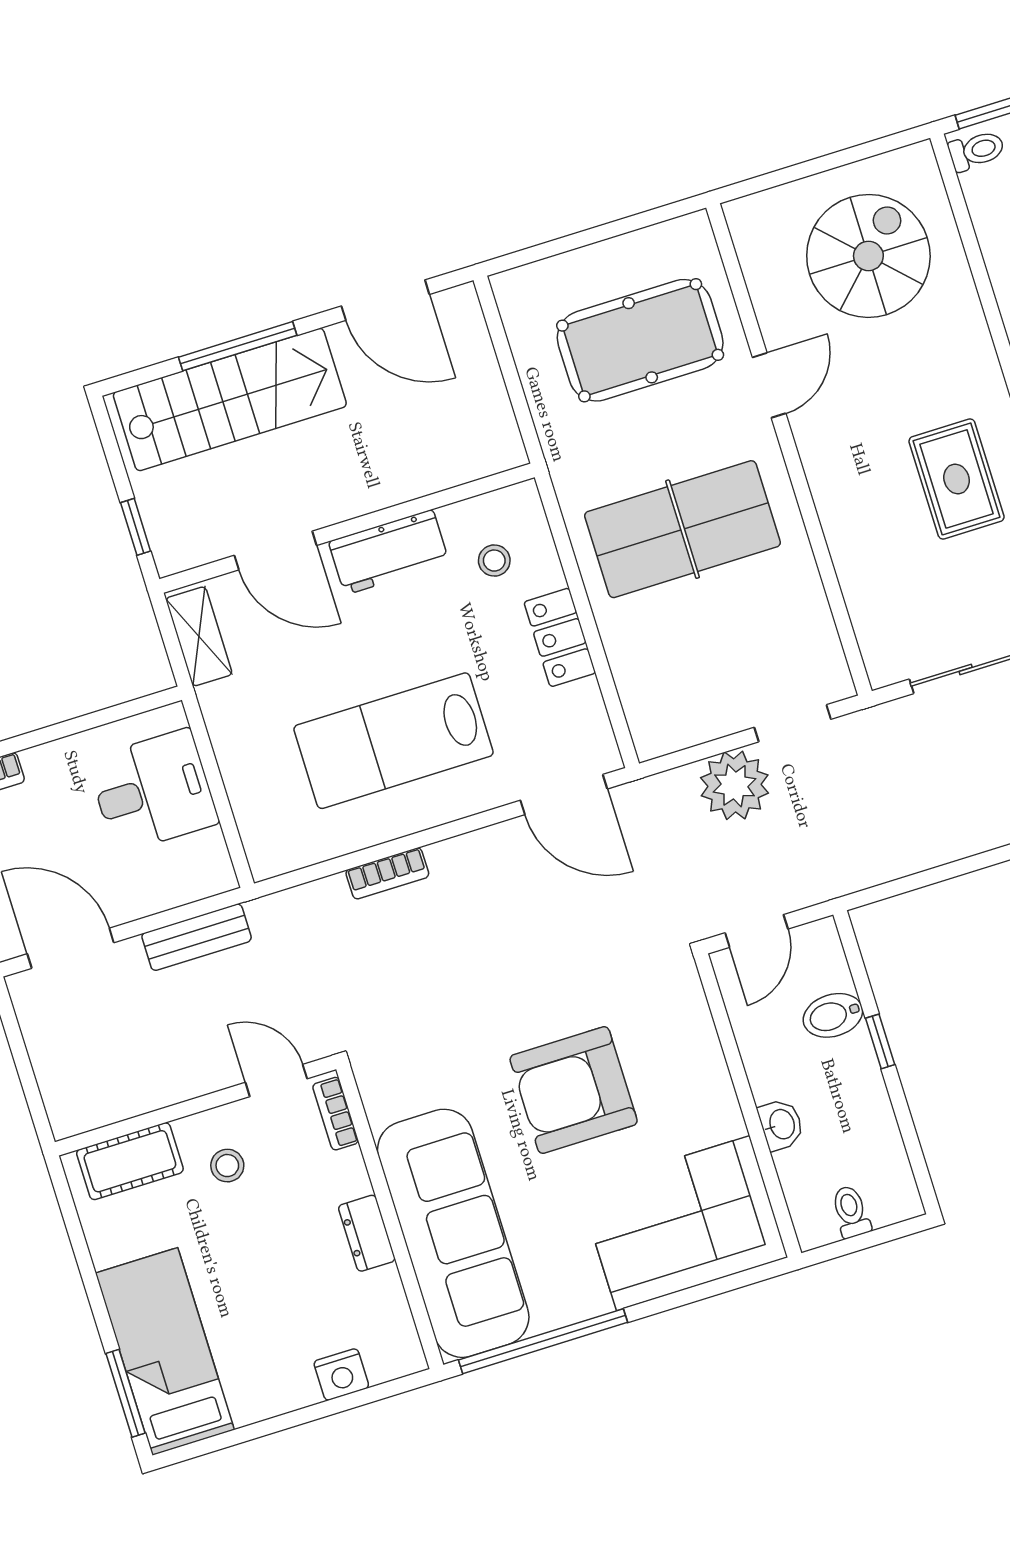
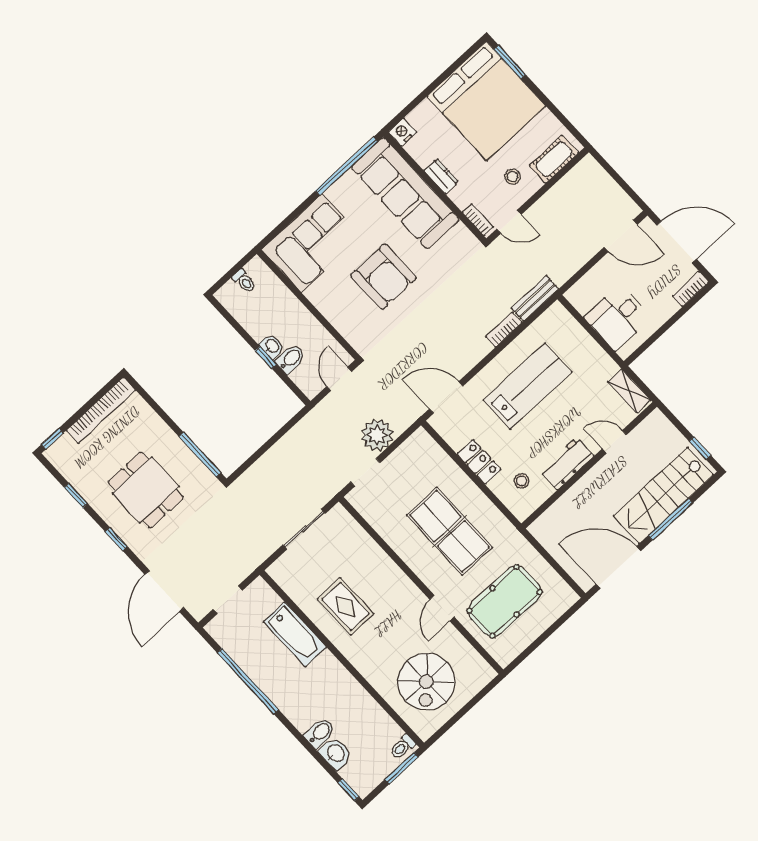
door: (385, 300) -> (618, 568), width x1.36
window: (136, 527) -> (700, 448), moved
table tennis table: (683, 529) -> (449, 531), turned 90
door: (275, 550) -> (614, 442), width x0.73
bench: (197, 937) -> (535, 298), moved
armchair: (574, 1090) -> (384, 277), turned 90
washbasin: (781, 1125) -> (272, 346), moved, turned 180
bed: (165, 1351) -> (486, 101), width x2.04
nightstand: (341, 1374) -> (402, 132), moved

